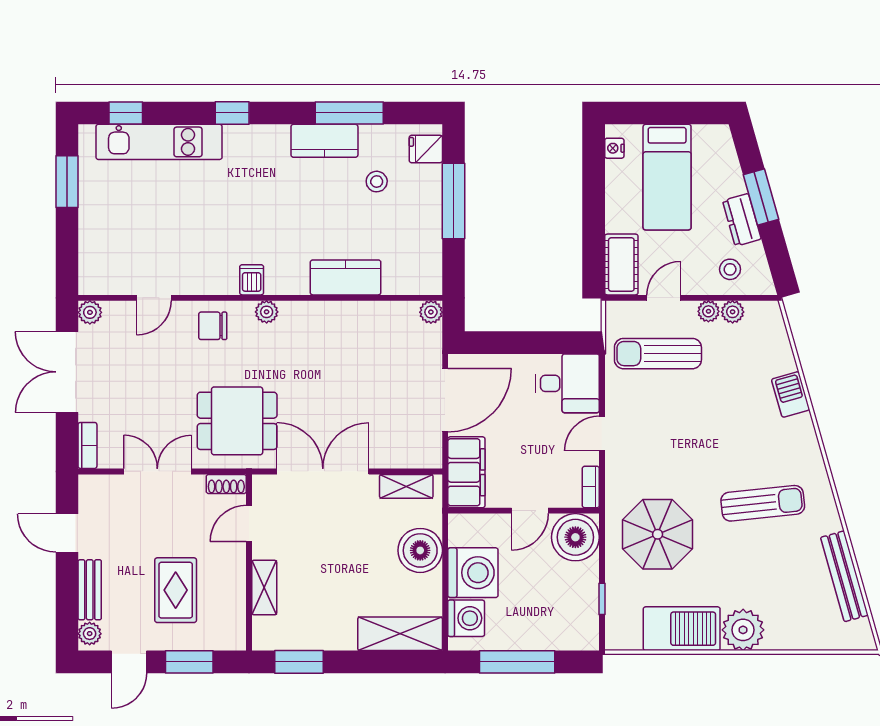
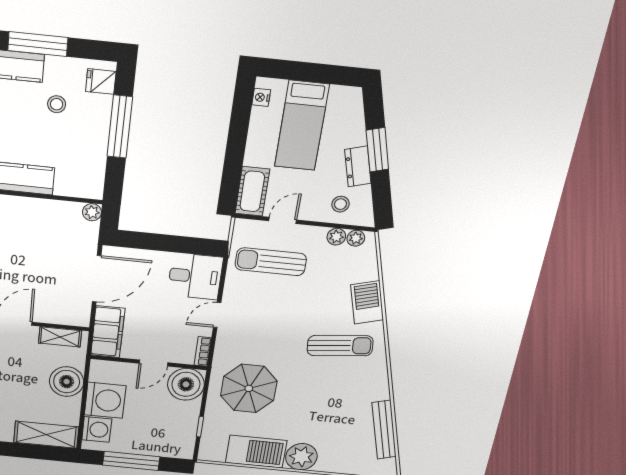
plant: (708, 311) -> (356, 238), moved
barbecue: (791, 394) -> (367, 302), width x1.38, depth x1.27
sun lounger: (763, 503) -> (340, 346), moved

